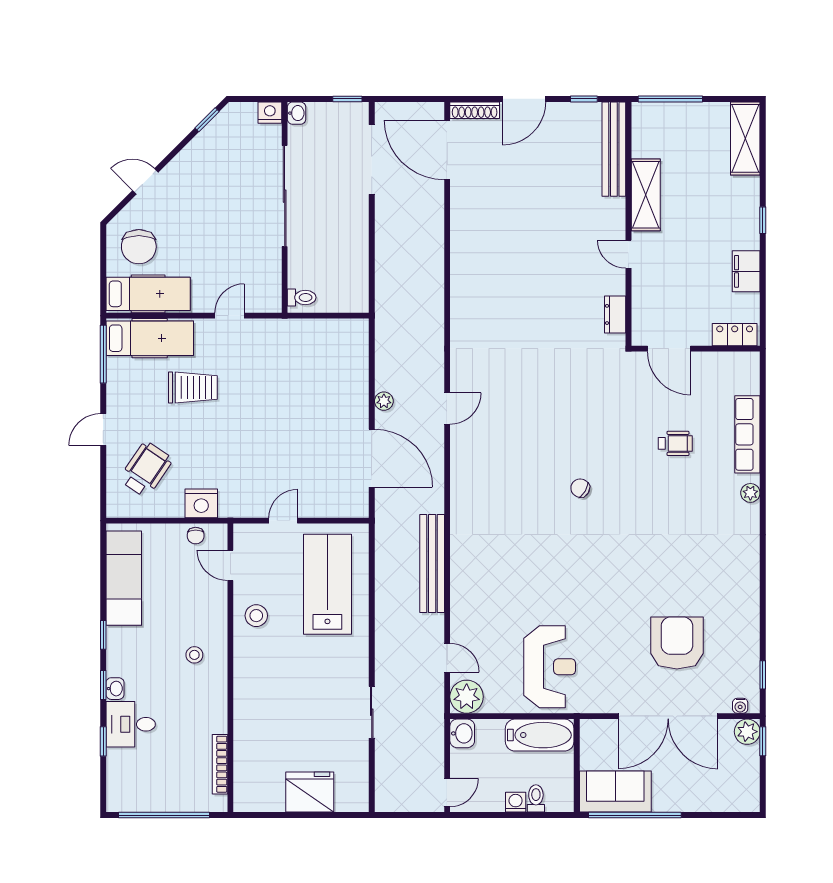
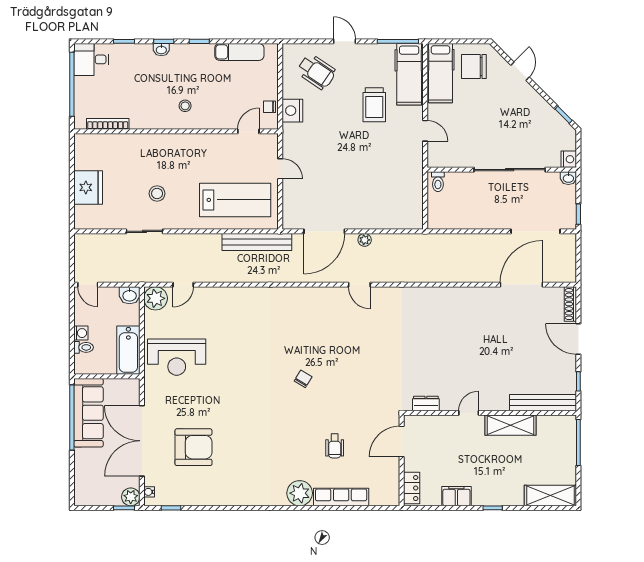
door: (447, 150) -> (521, 285), moved
plant: (750, 493) -> (300, 493), width x1.88, depth x1.88
bench: (432, 564) -> (257, 242), moved
exam couch: (124, 578) -> (239, 52), width x0.73, depth x0.69
stool: (256, 616) -> (157, 193), moved
desk: (131, 724) -> (91, 59), moved, turned -90
sofa: (615, 791) -> (88, 413), width x1.36

